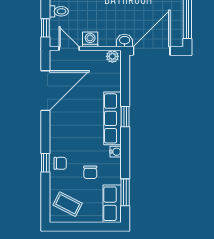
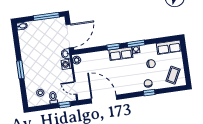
washing machine: (90, 39) -> (66, 64), moved
door: (69, 48) -> (75, 88), hinge flipped
door: (152, 51) -> (70, 36), swing flipped
row of seats: (113, 118) -> (121, 54), width x0.68
window: (125, 192) -> (136, 44), moved

